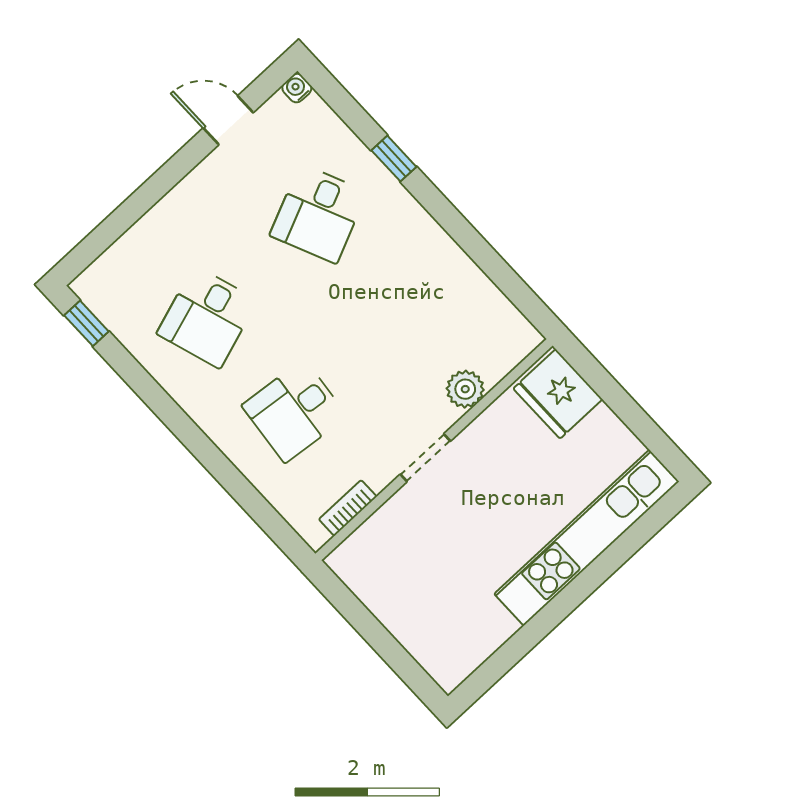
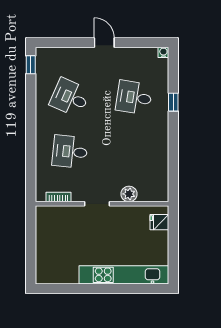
door: (228, 120) -> (104, 43), moved
desk: (318, 214) -> (134, 97), turned 33
desk: (207, 317) -> (70, 97), turned 42
fridge: (558, 394) -> (159, 222), width x0.53, depth x0.75

